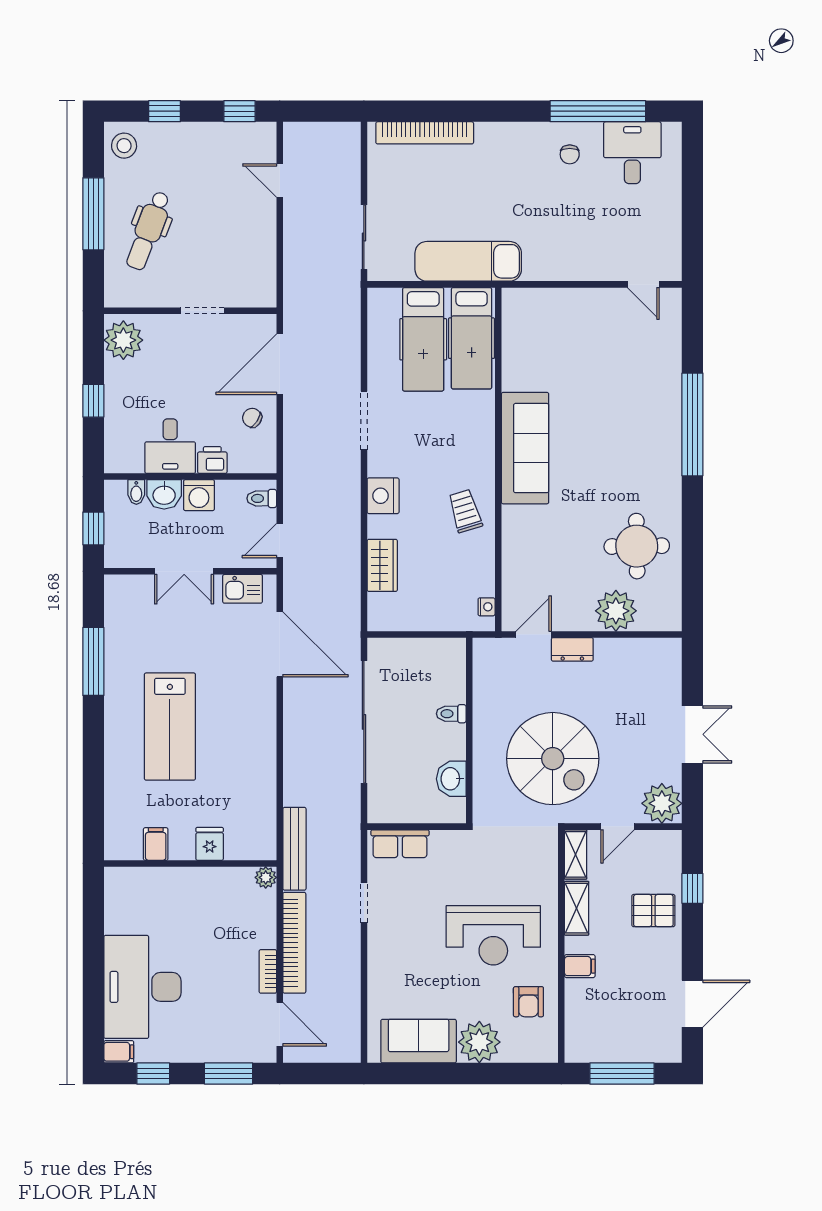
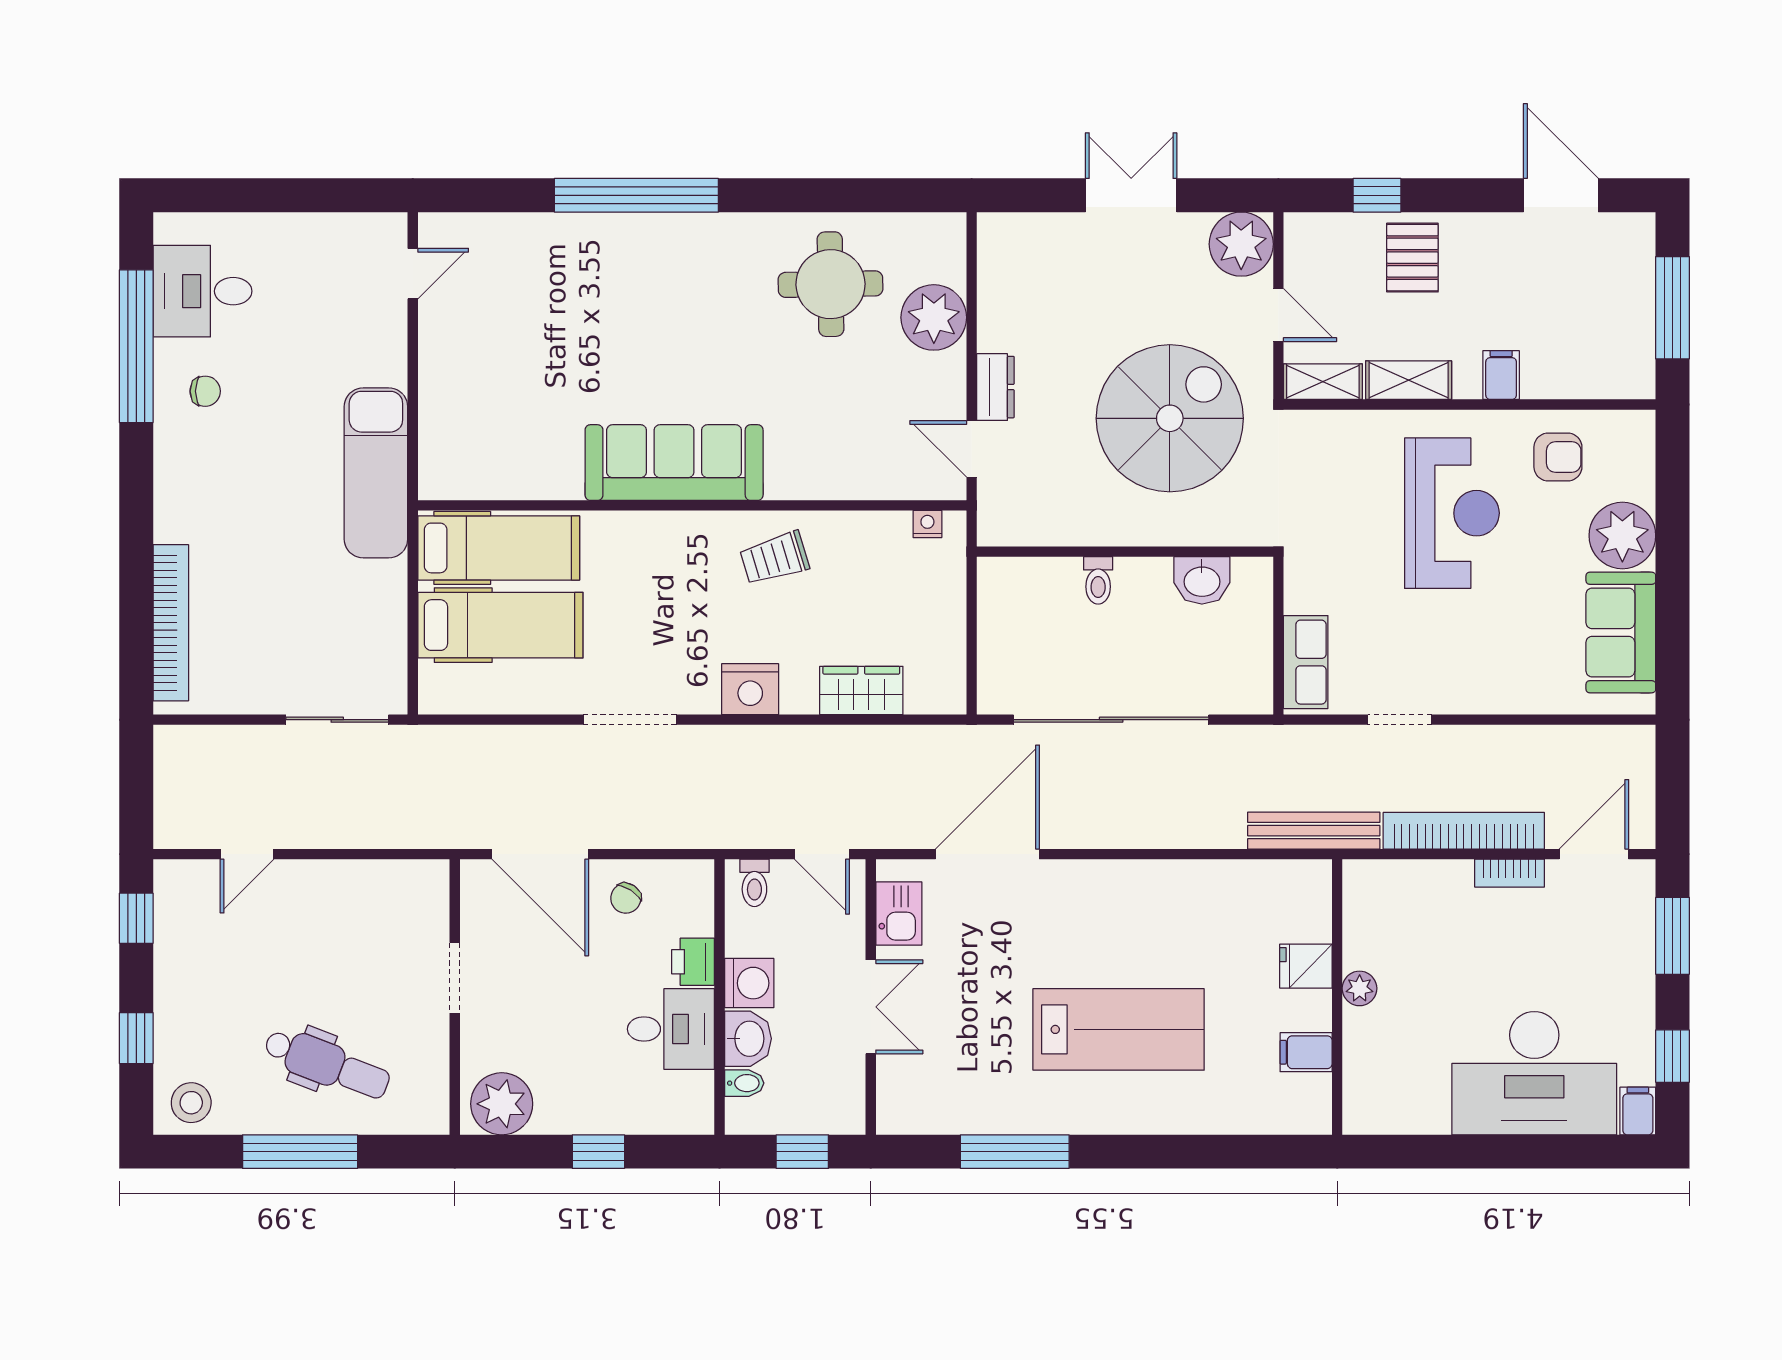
exam couch: (468, 261) -> (376, 473), moved
plant: (266, 877) -> (1360, 988), moved

